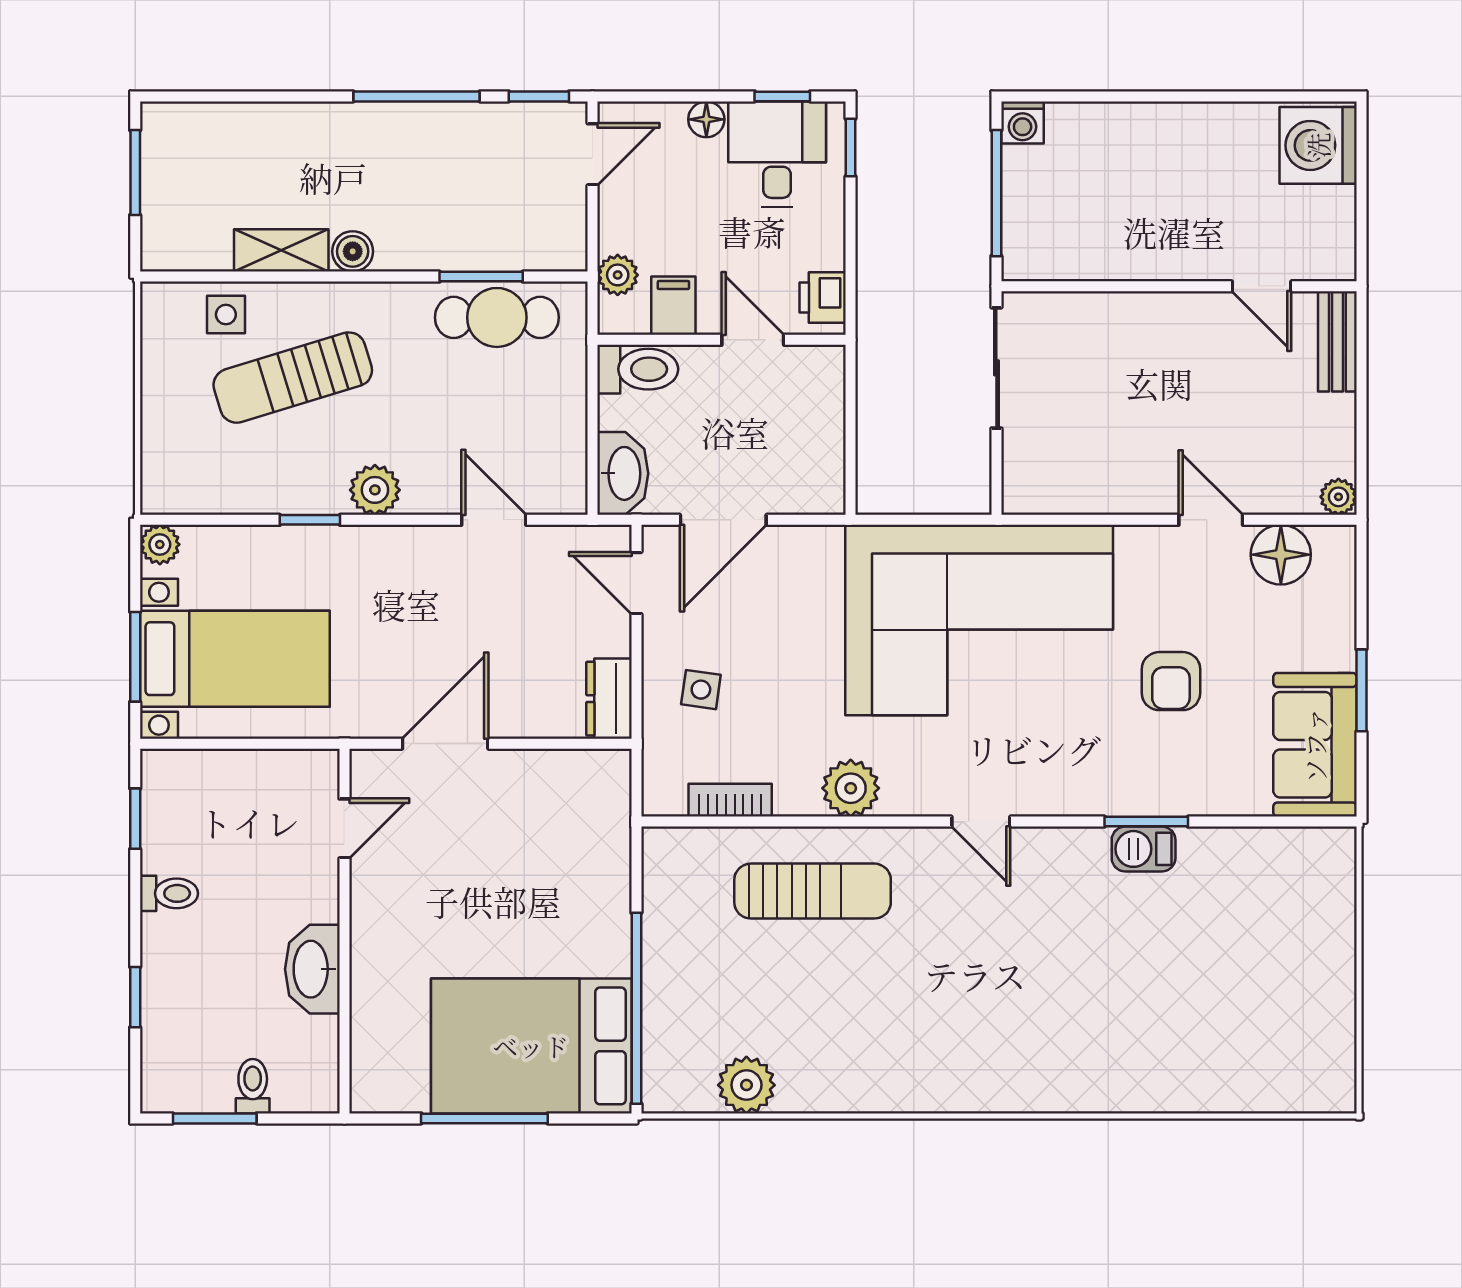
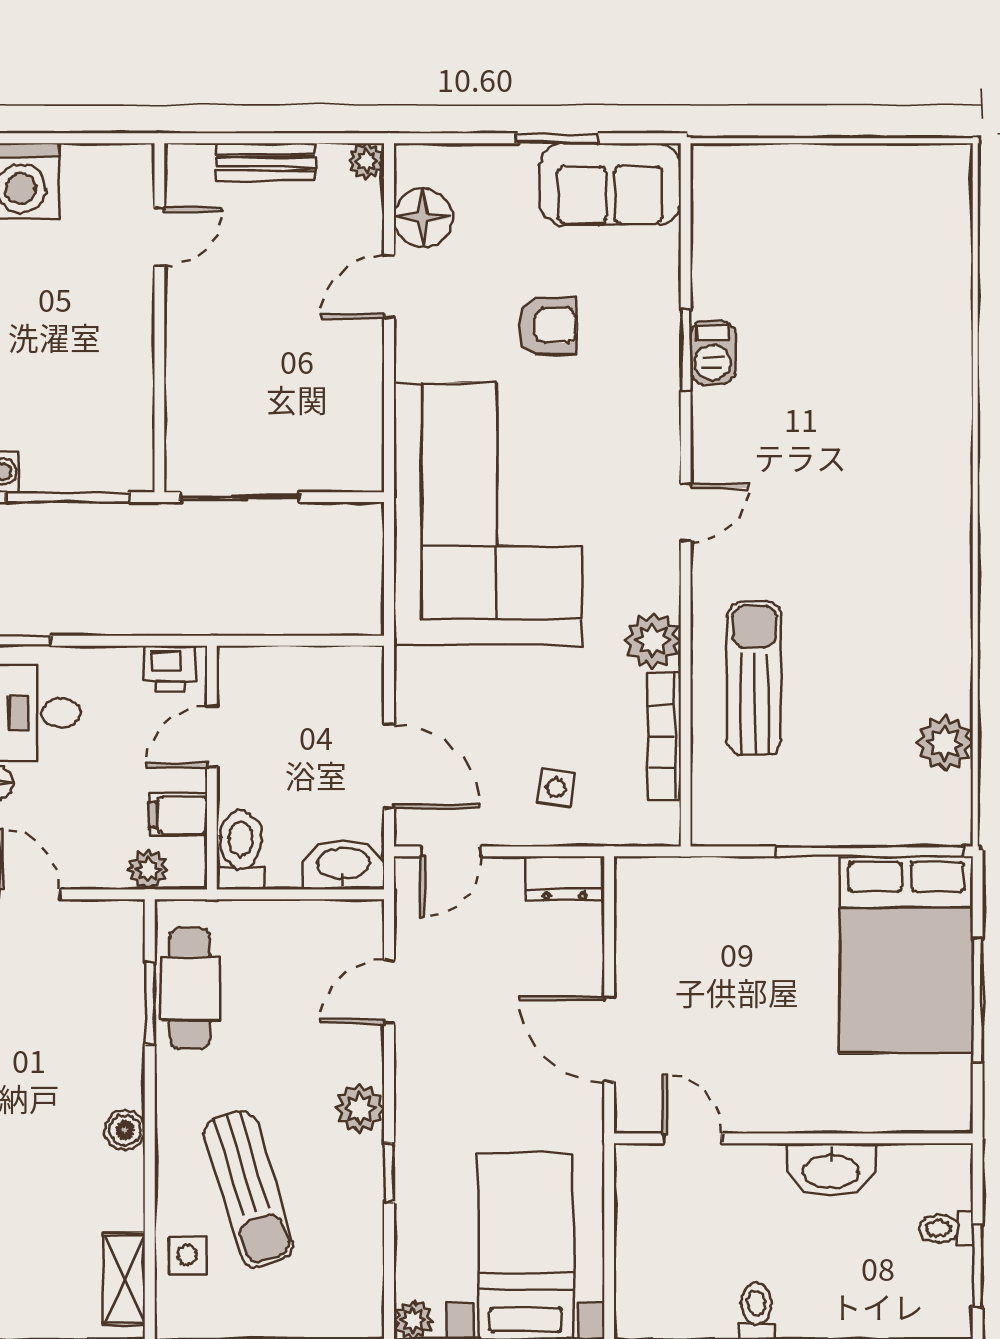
shelving: (281, 250) -> (124, 1279), moved
bench: (1337, 341) -> (265, 162), moved
bookcase: (730, 800) -> (665, 736), width x1.56

